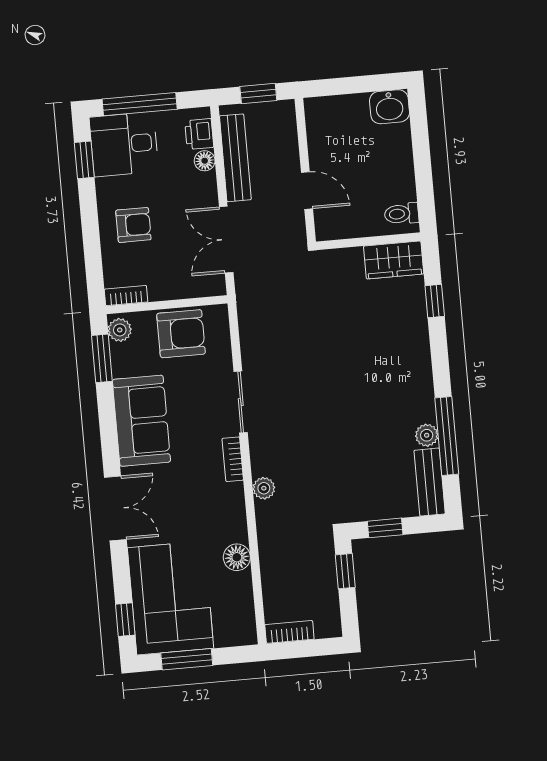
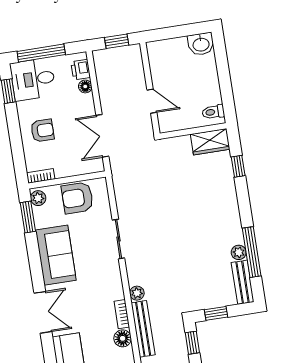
bench: (235, 158) -> (143, 329), moved
armchair: (181, 334) -> (77, 198), turned 180
bookcase: (233, 459) -> (122, 314), moved

